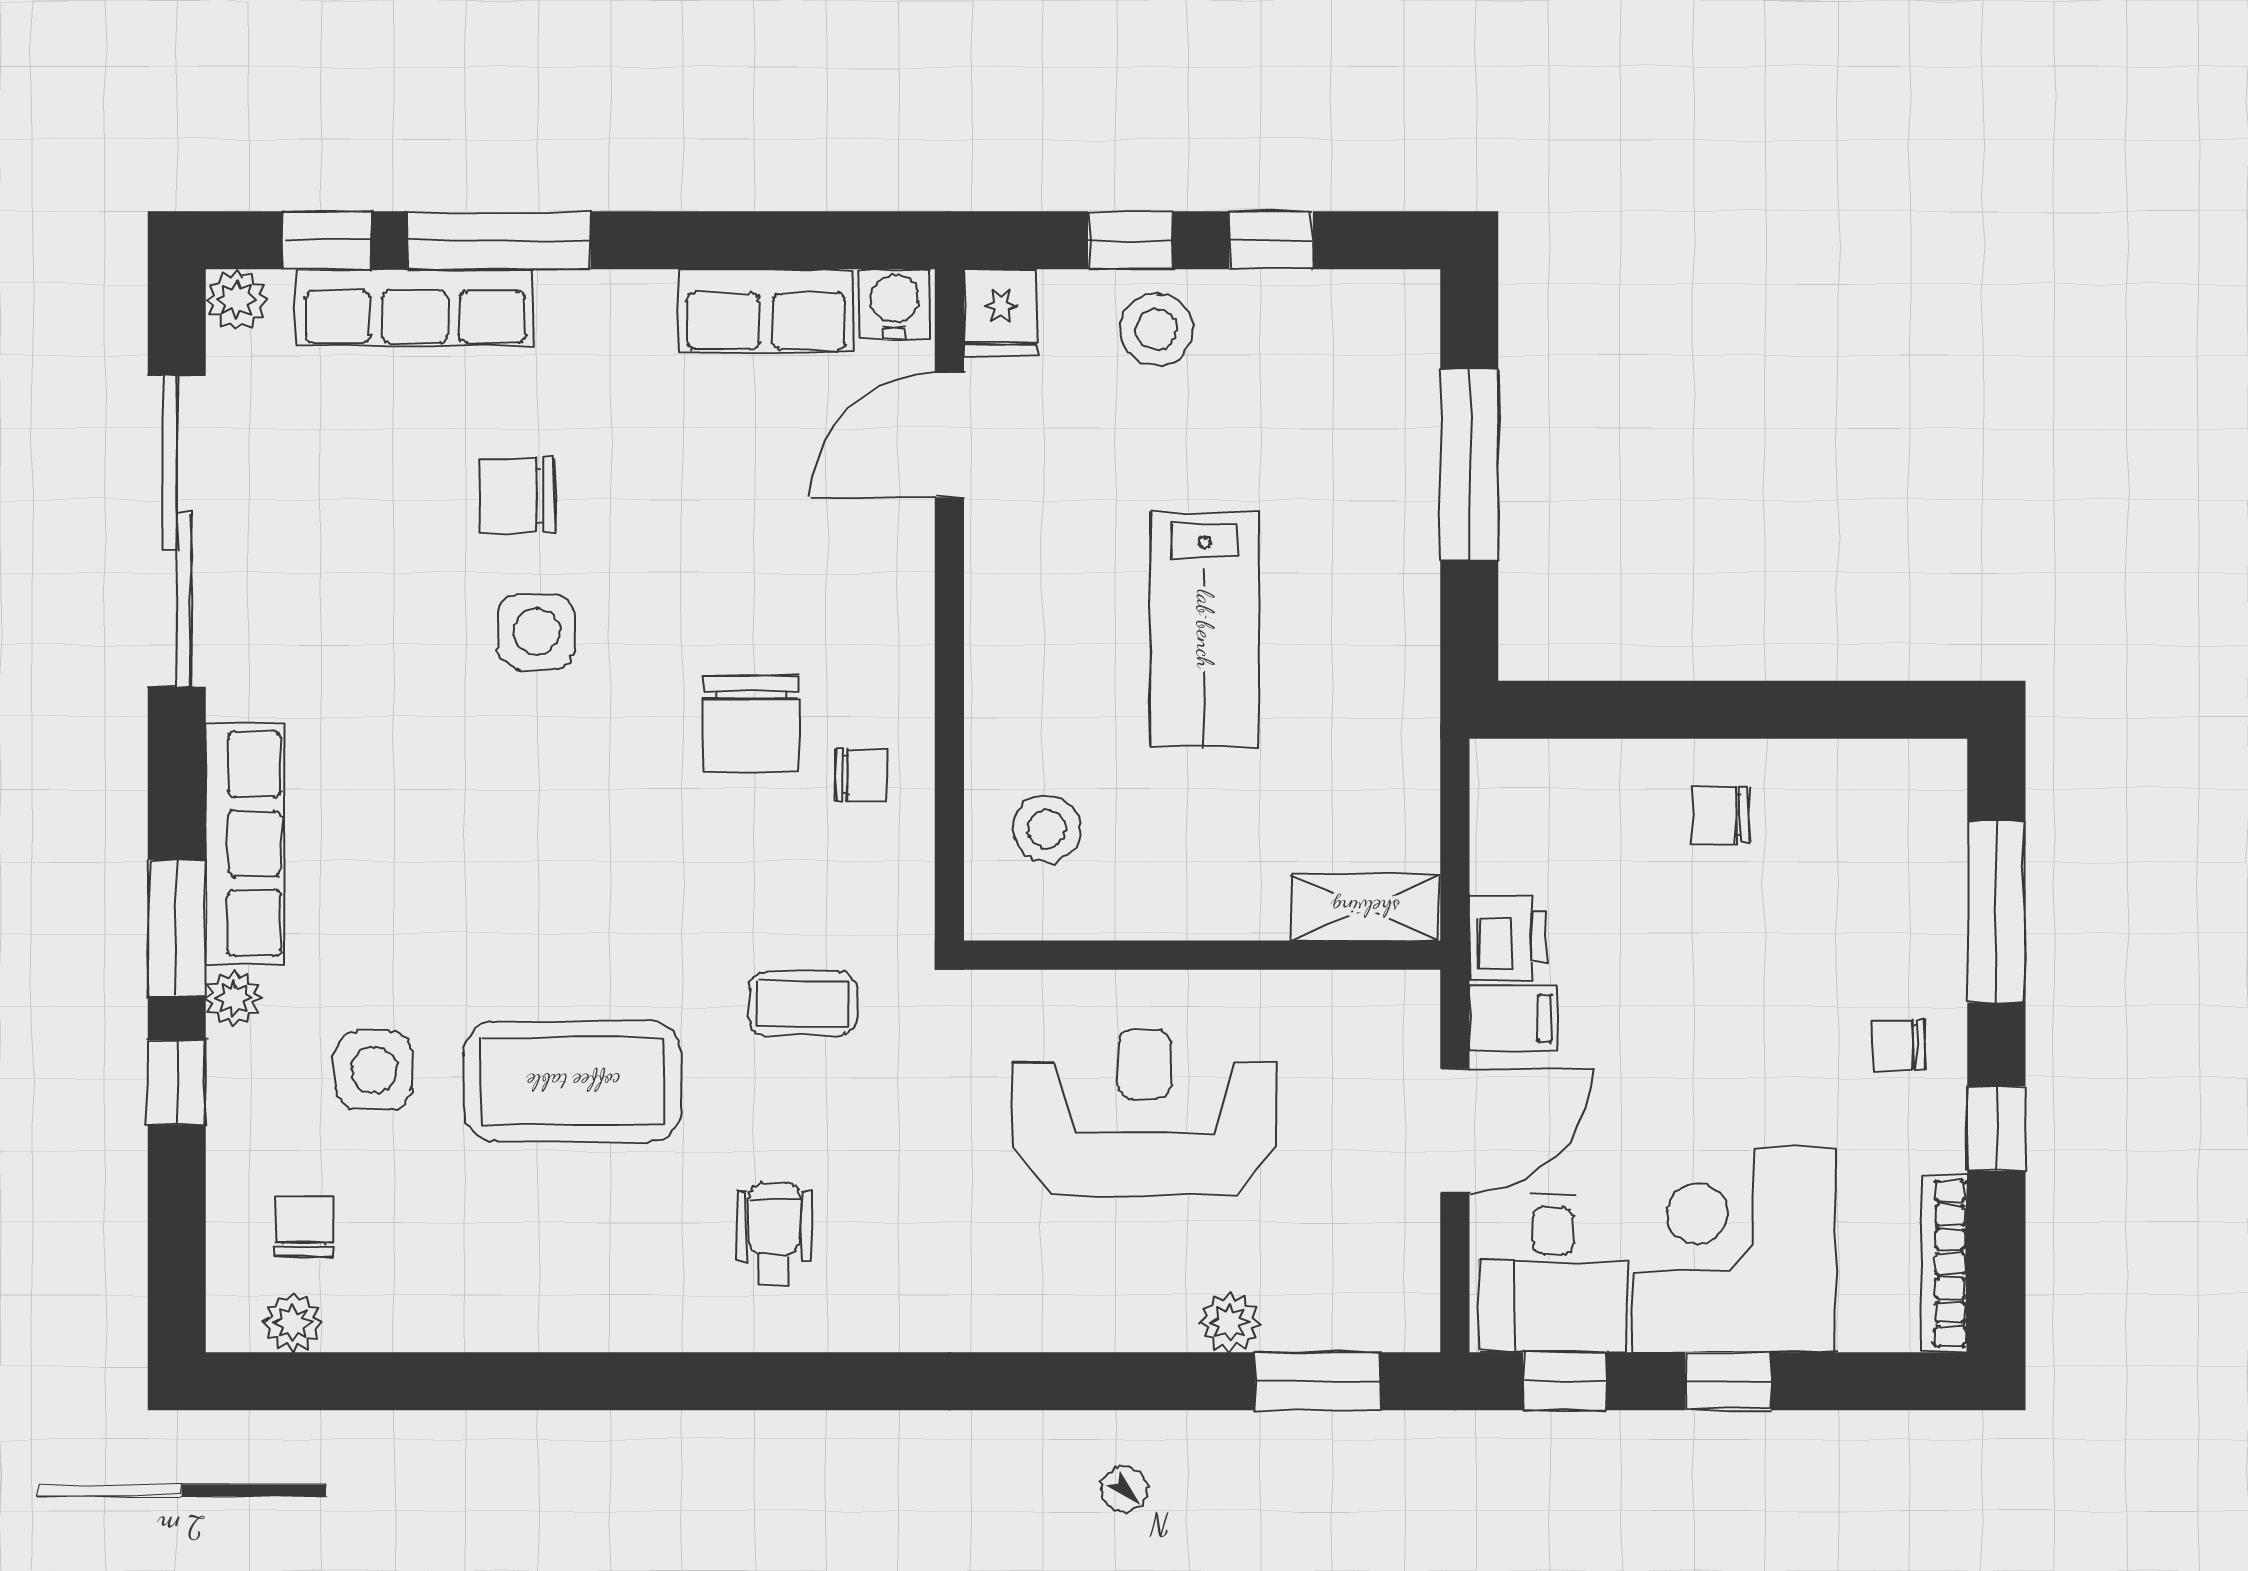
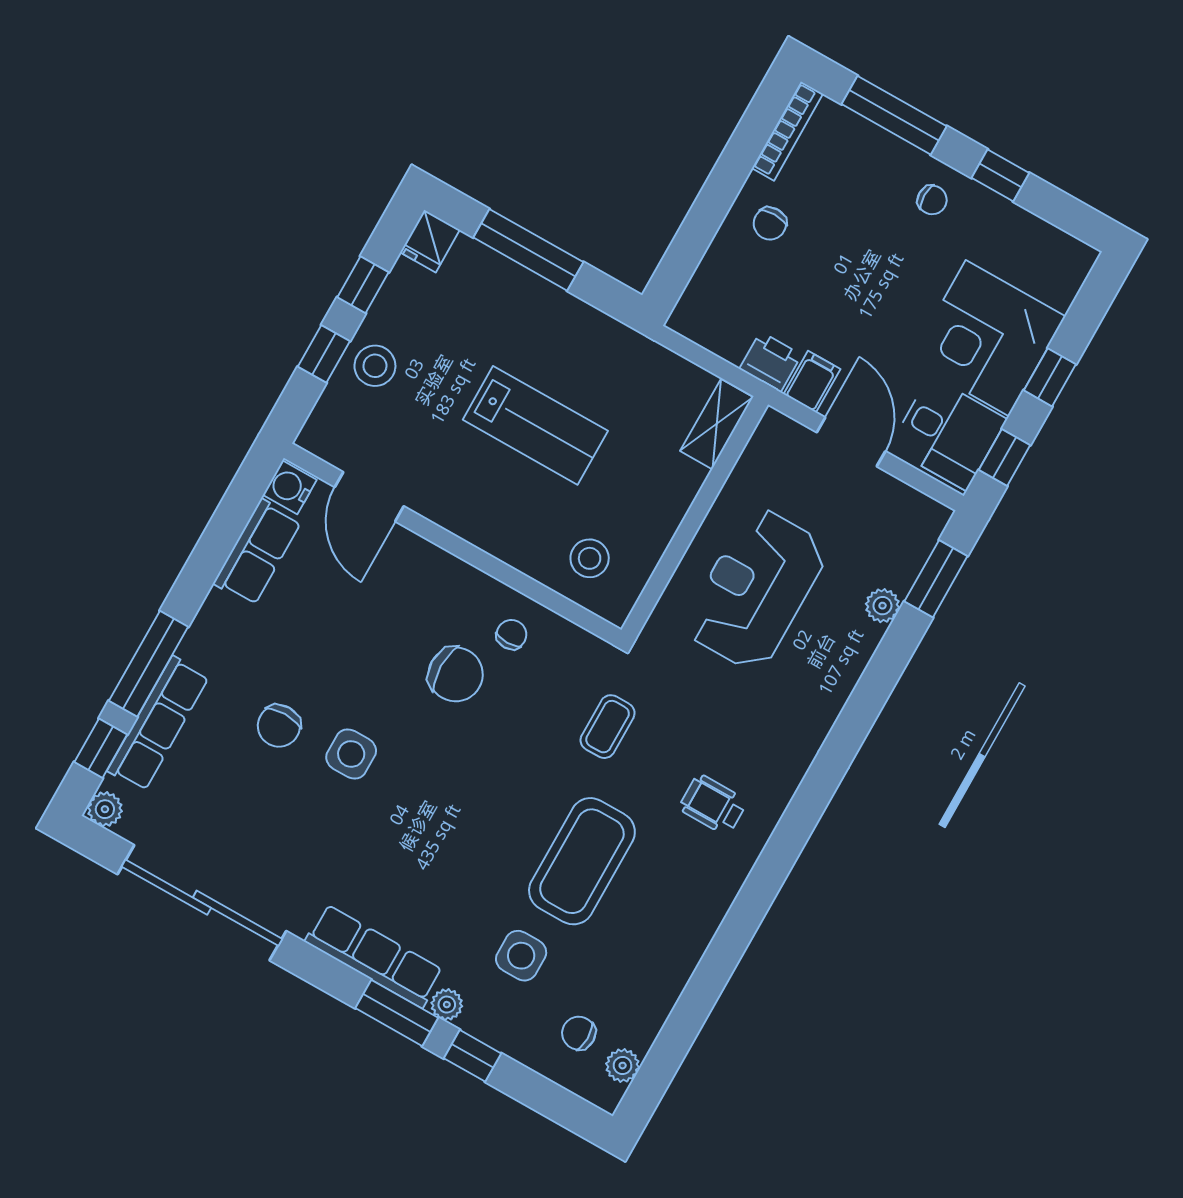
fridge: (1000, 313) -> (430, 241), moved, turned 90
chair: (1899, 1045) -> (932, 200), turned -90
bookcase: (1945, 1264) -> (787, 131), moved, turned -90

